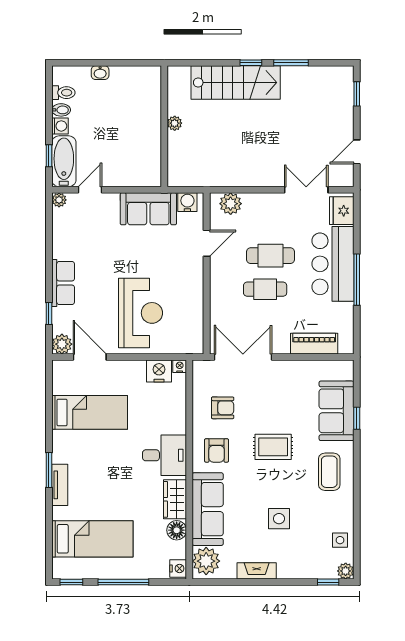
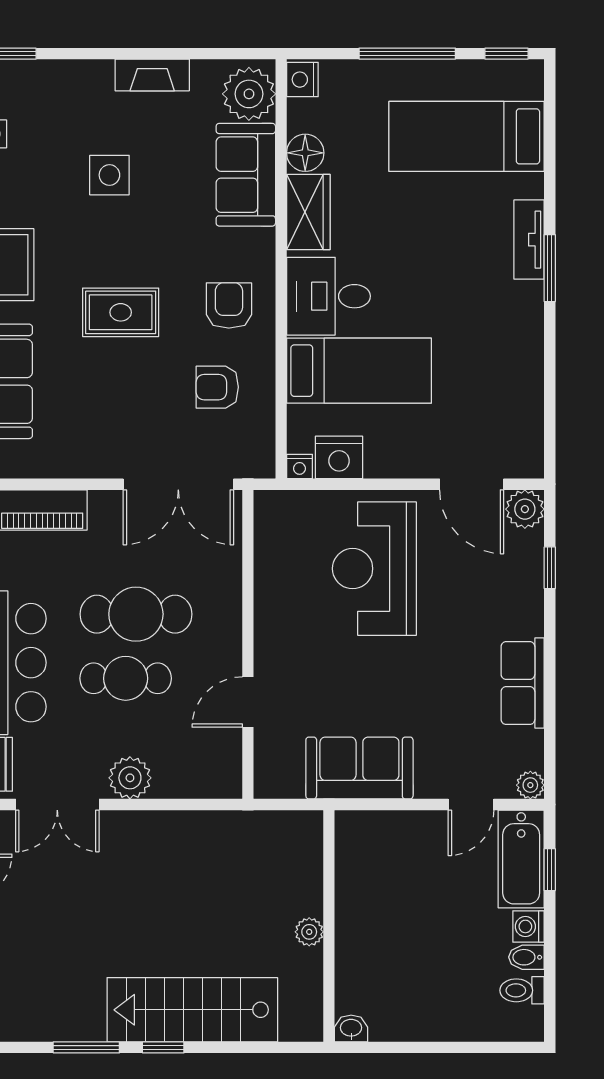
washbasin: (100, 73) -> (351, 1029), moved
water cooler: (187, 202) -> (285, 781), removed
plant: (231, 204) -> (130, 778), moved
row of seats: (63, 283) -> (523, 683), moved
cafe table: (265, 289) -> (136, 614), width x1.37, depth x1.35
bed: (90, 412) -> (359, 371), moved, turned 180
sofa: (208, 509) -> (246, 175), width x0.73

